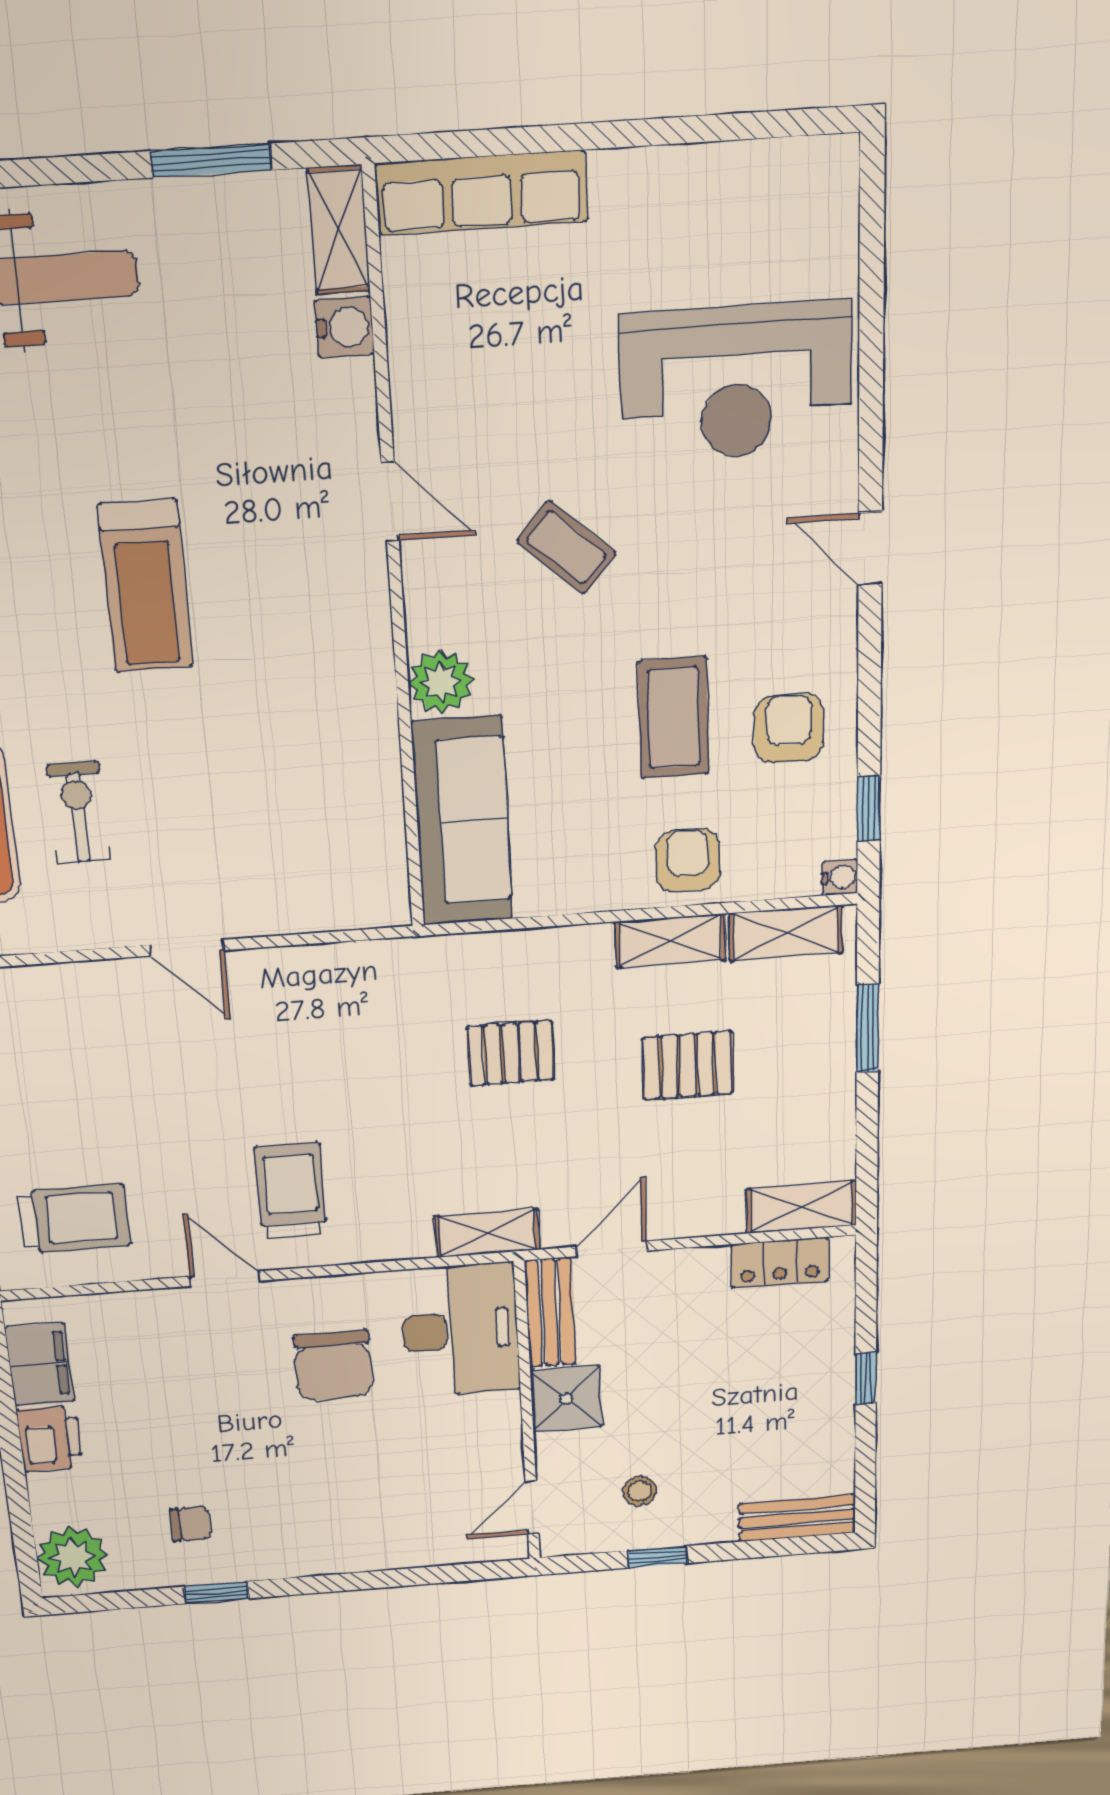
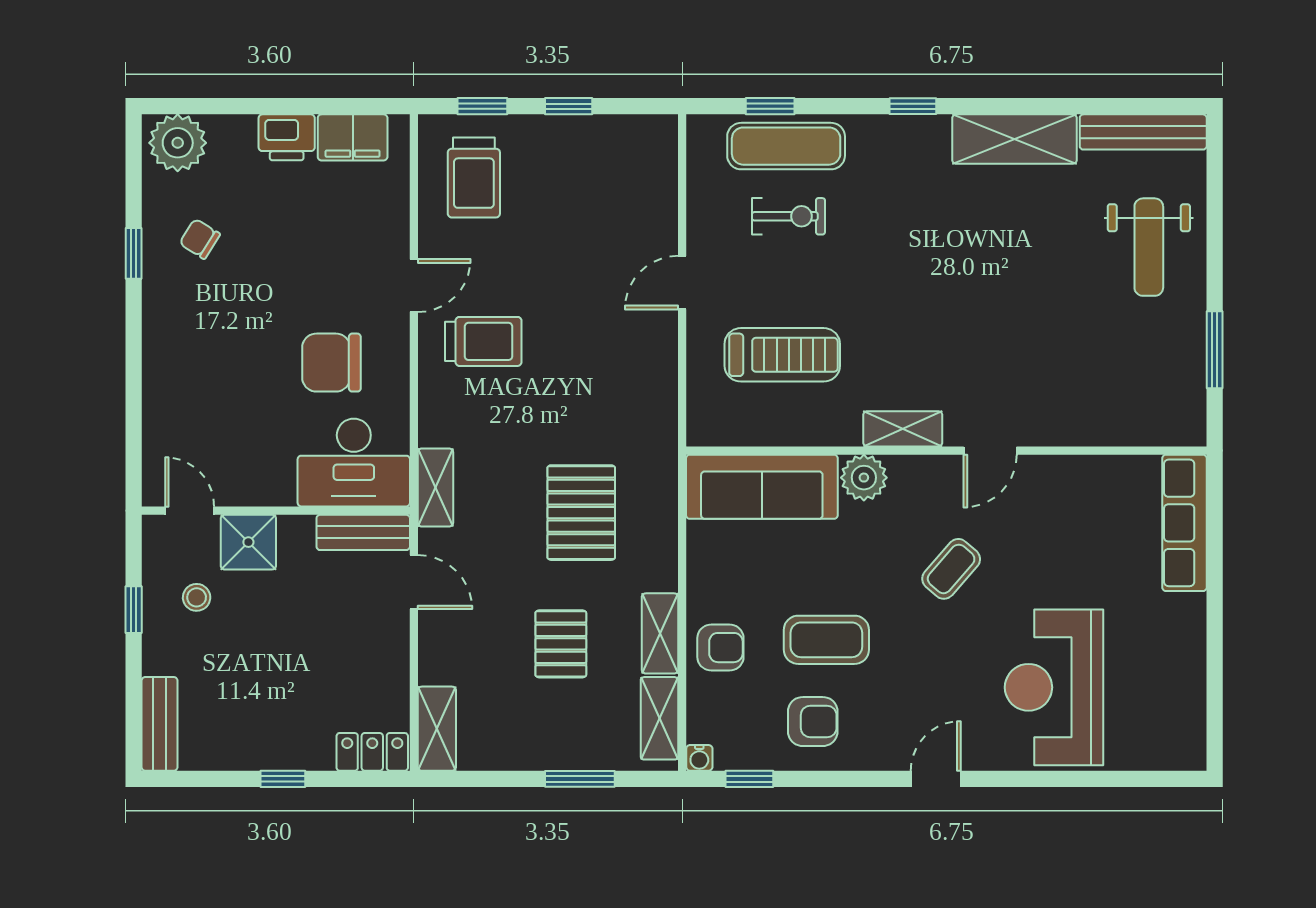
shelving: (339, 230) -> (903, 429), moved
water cooler: (345, 327) -> (1106, 428), removed
treadmill: (146, 586) -> (782, 355), moved, turned 180
pallet: (511, 1053) -> (581, 513), width x1.50, depth x1.42
locker: (780, 1263) -> (372, 752), moved, turned 90
shower: (566, 1399) -> (248, 542), moved
chair: (191, 1524) -> (200, 239), turned 122

